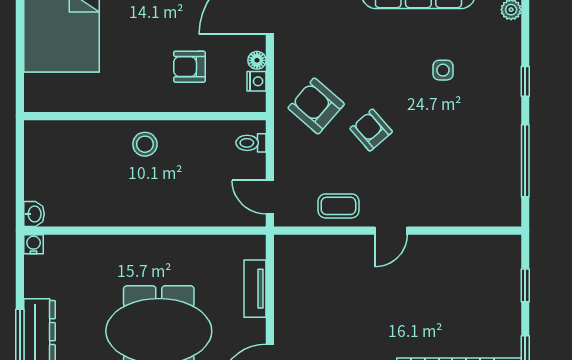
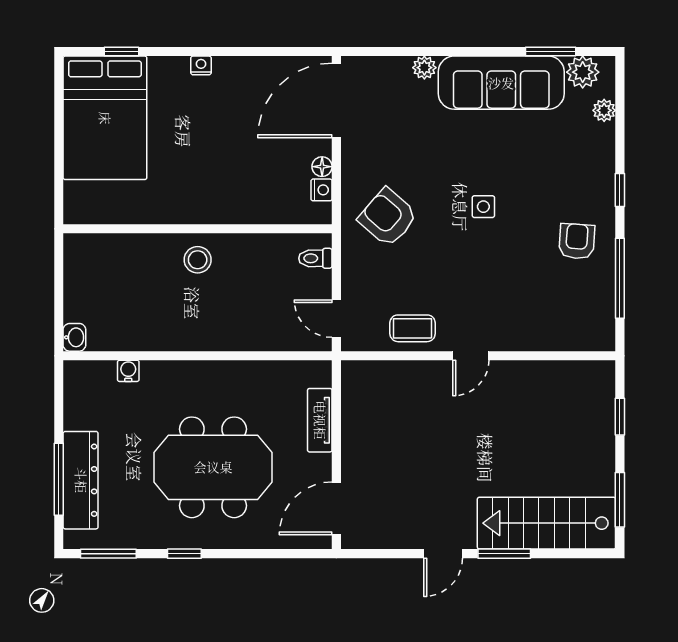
armchair: (189, 67) -> (247, 174), removed
side table: (443, 70) -> (483, 207), moved
armchair: (371, 130) -> (577, 241), moved, turned 45
water cooler: (34, 244) -> (128, 371), moved

